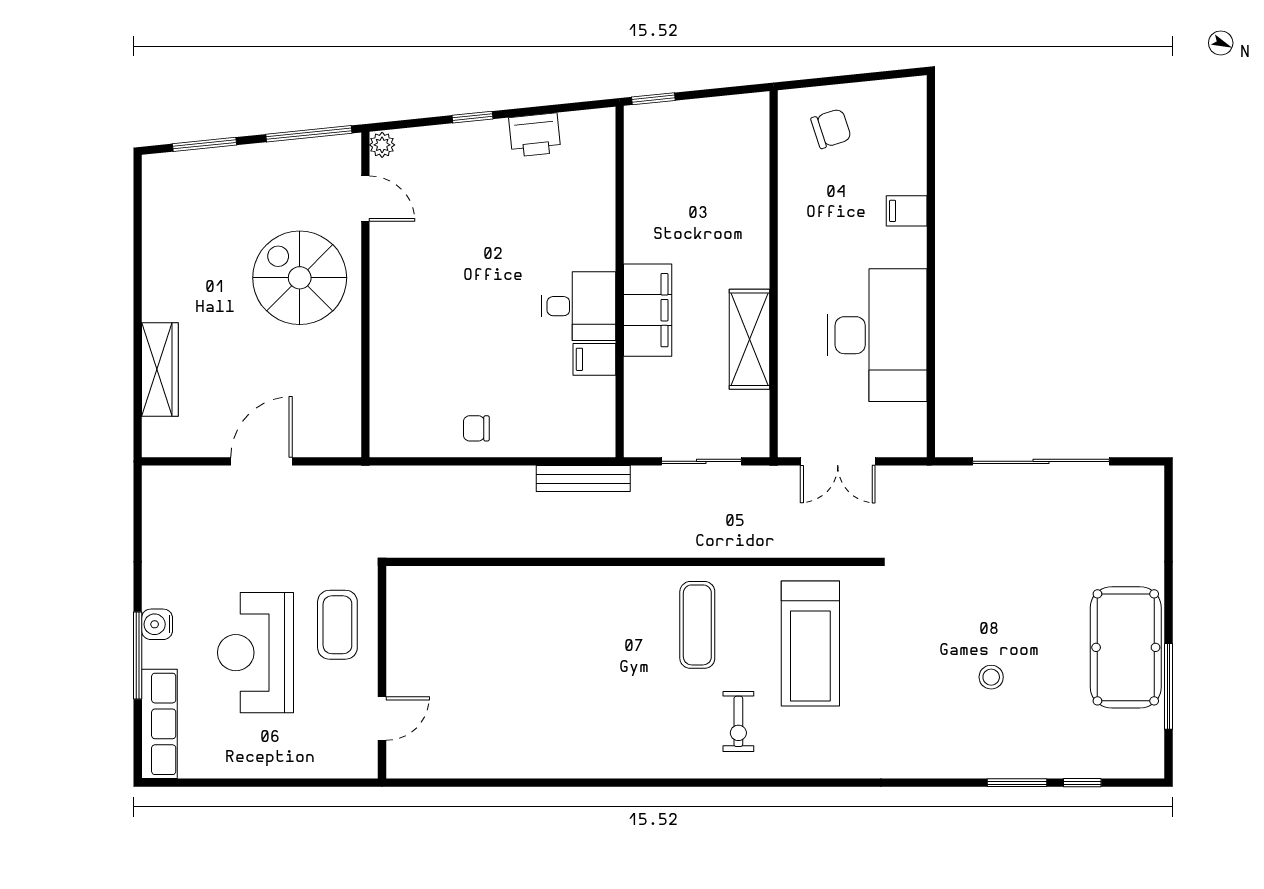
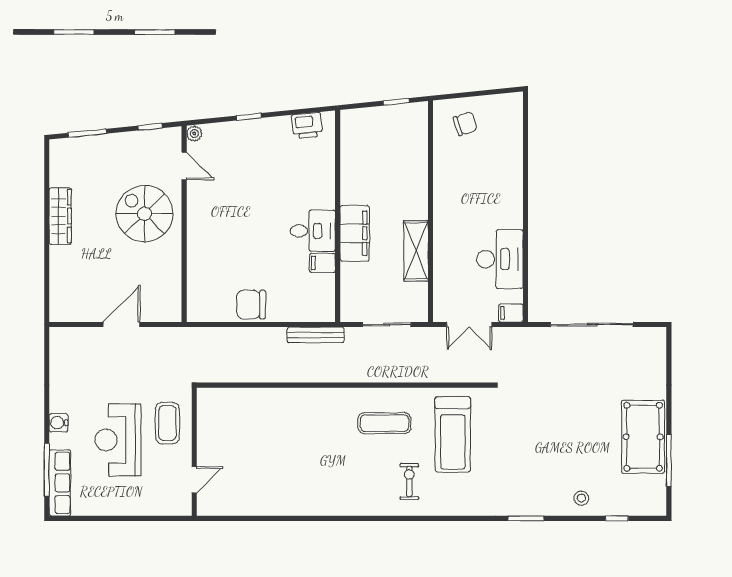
window: (653, 99) -> (396, 102), moved
window: (309, 134) -> (150, 127), width x0.46
printer: (535, 135) -> (307, 125), moved
filing cabinet: (907, 211) -> (511, 313), moved
desk: (877, 335) -> (500, 259), width x0.73, depth x0.77
wardrobe: (160, 370) -> (60, 216), moved
chair: (476, 428) -> (251, 305), width x1.87, depth x1.87
exercise mat: (697, 625) -> (385, 423), turned 90
window: (138, 656) -> (47, 470), moved
stool: (991, 677) -> (581, 498), moved
exercise bike: (738, 721) -> (409, 481), turned 180
window: (1017, 783) -> (526, 518), moved

